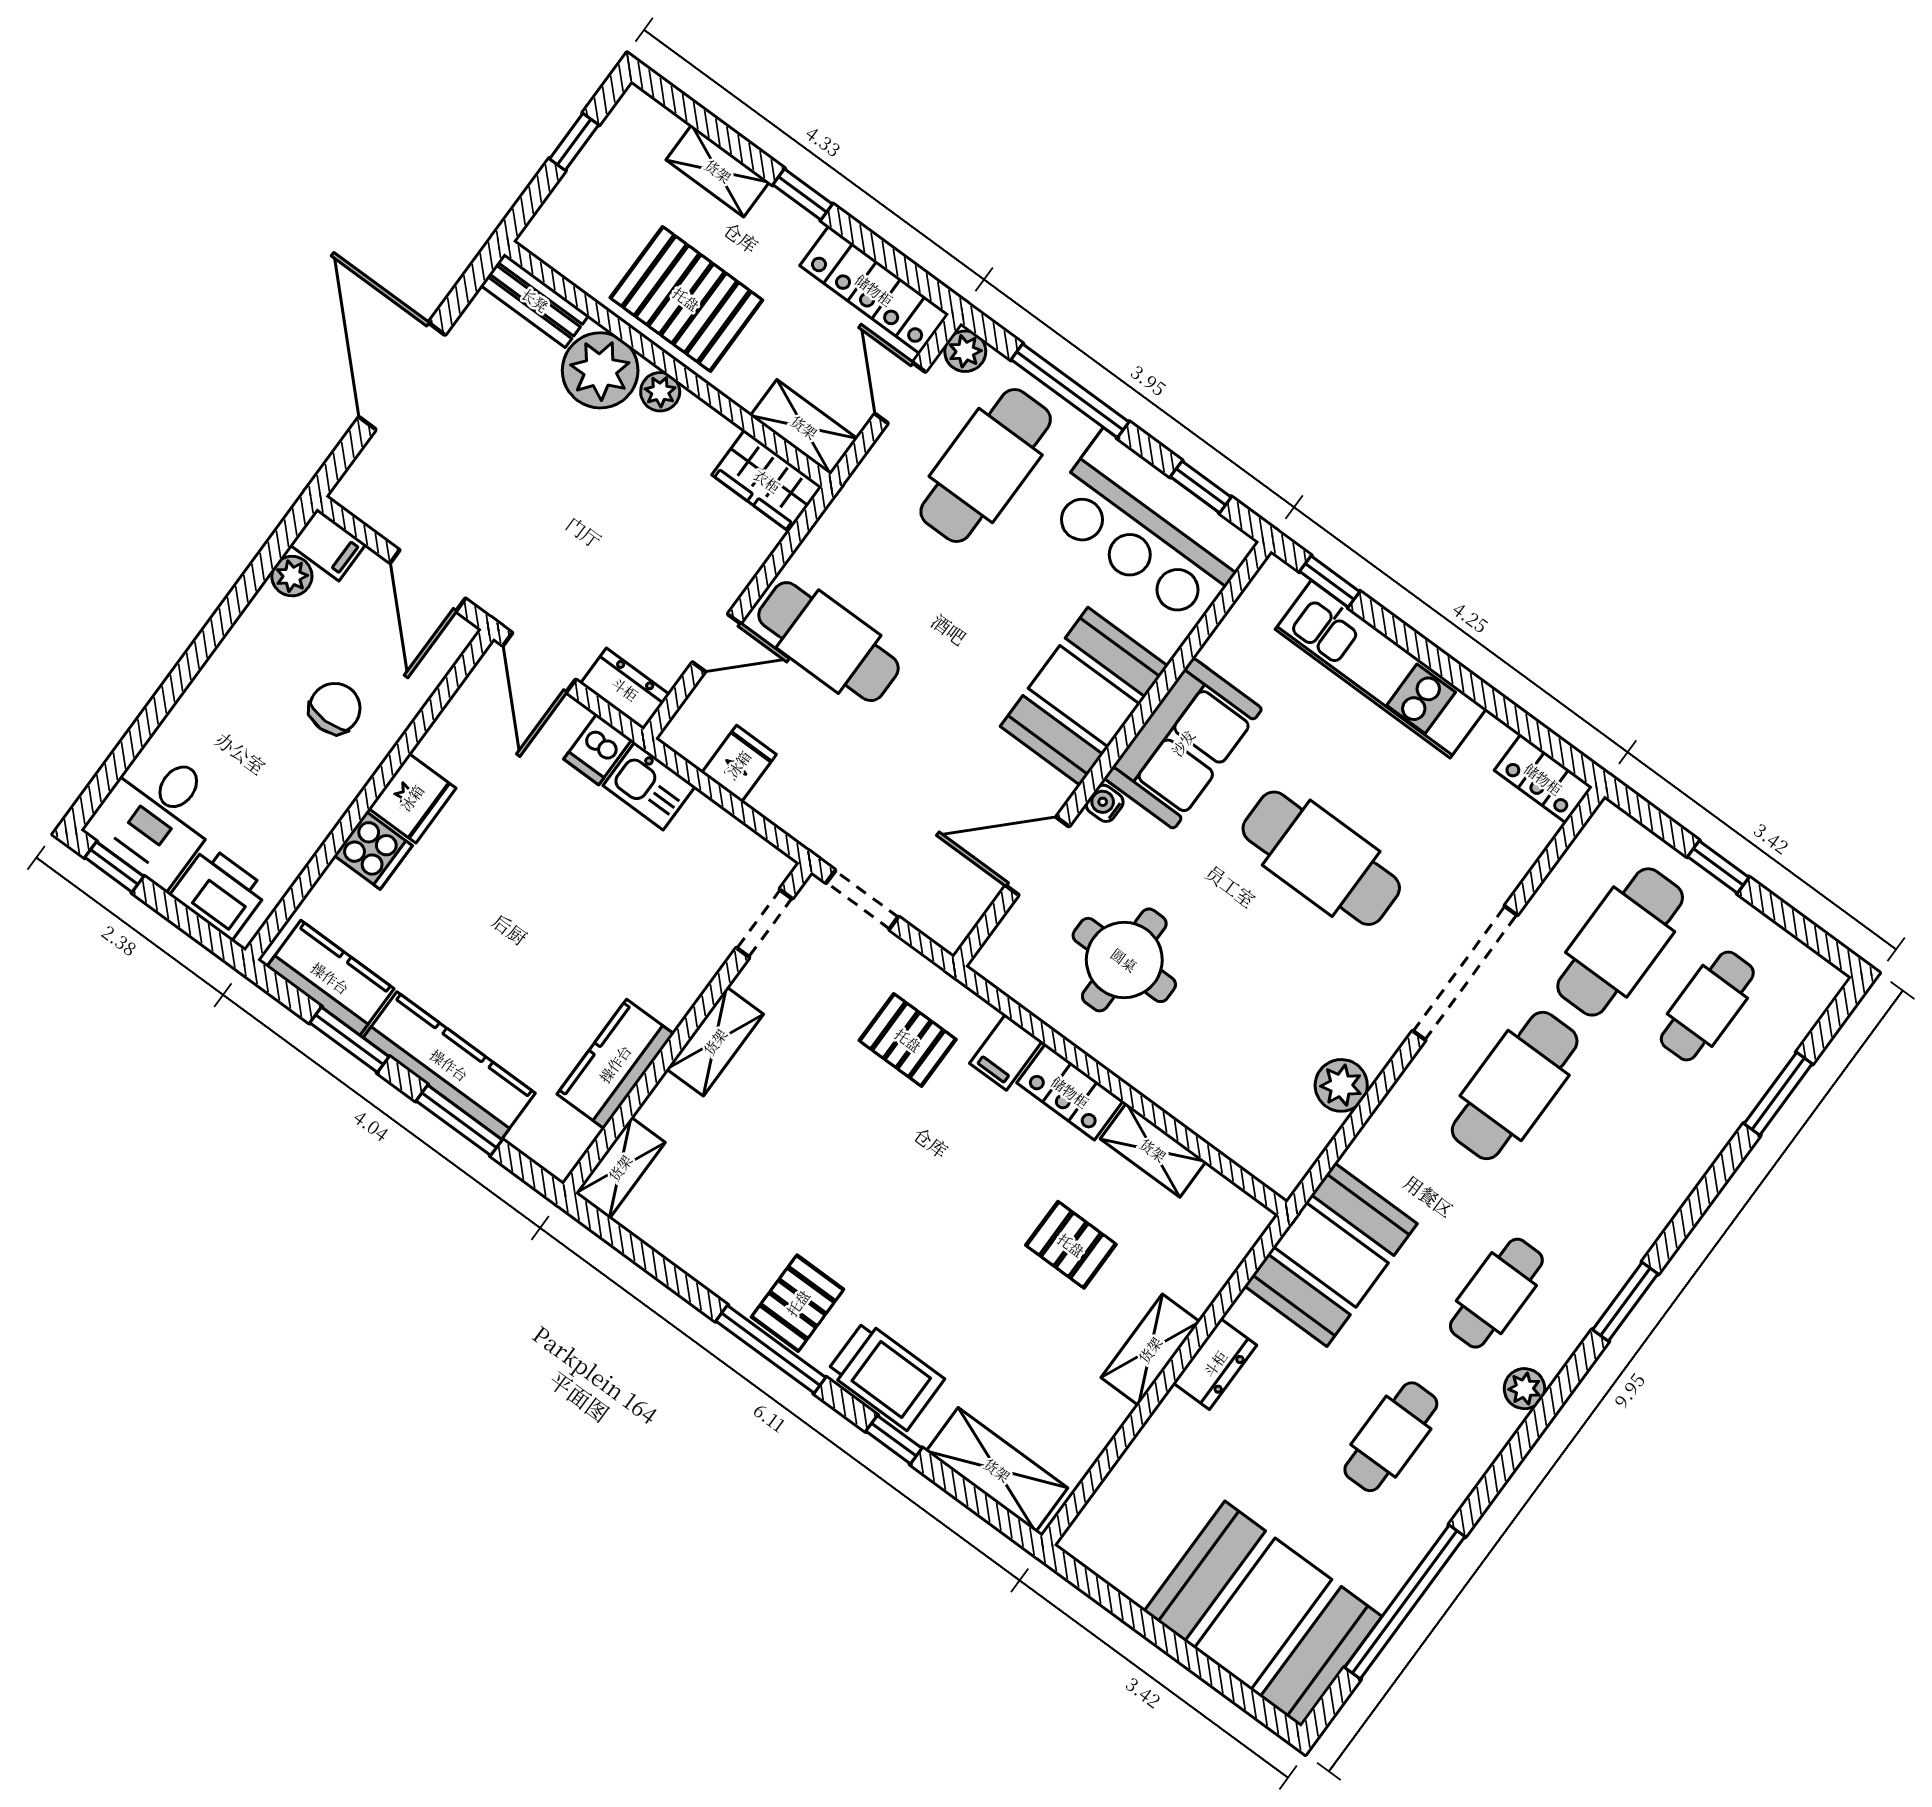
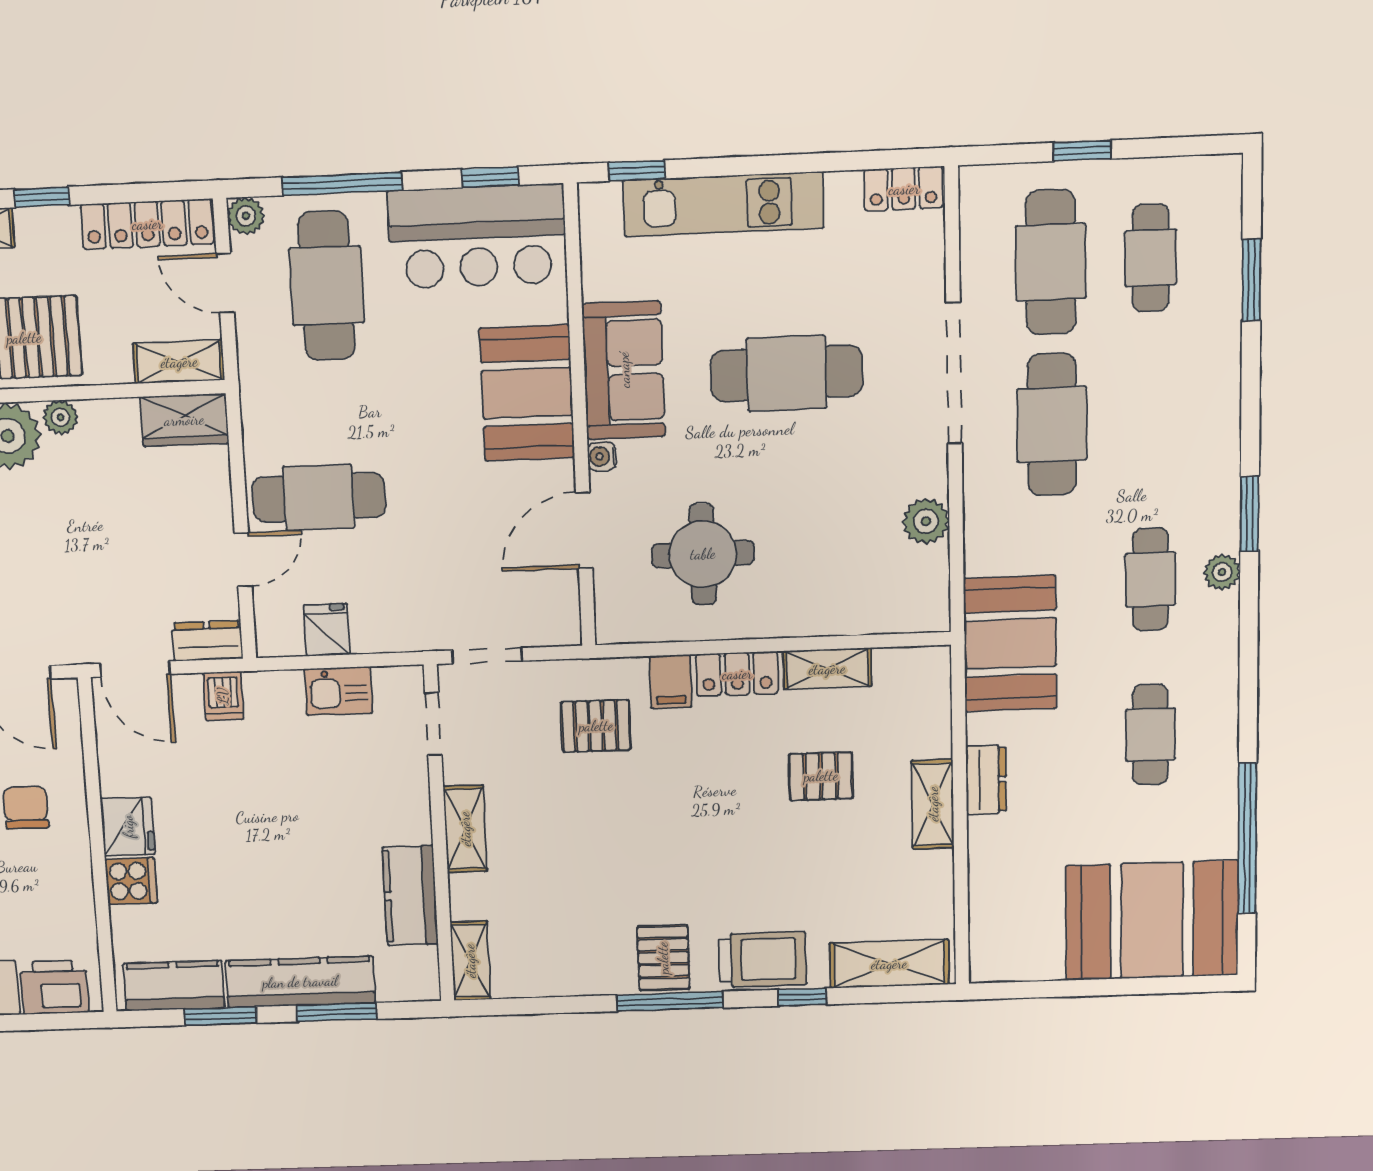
kitchen sink: (649, 786) -> (339, 691), moved
plant: (1524, 1389) -> (1222, 572), moved

